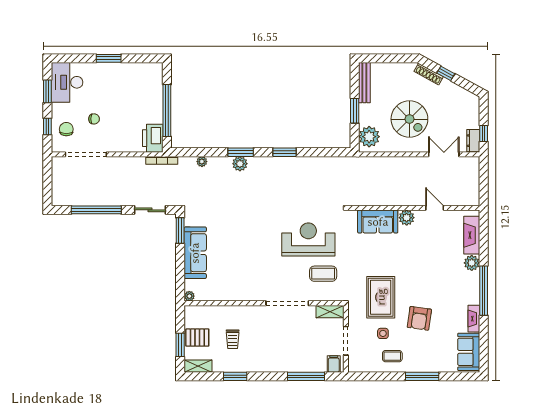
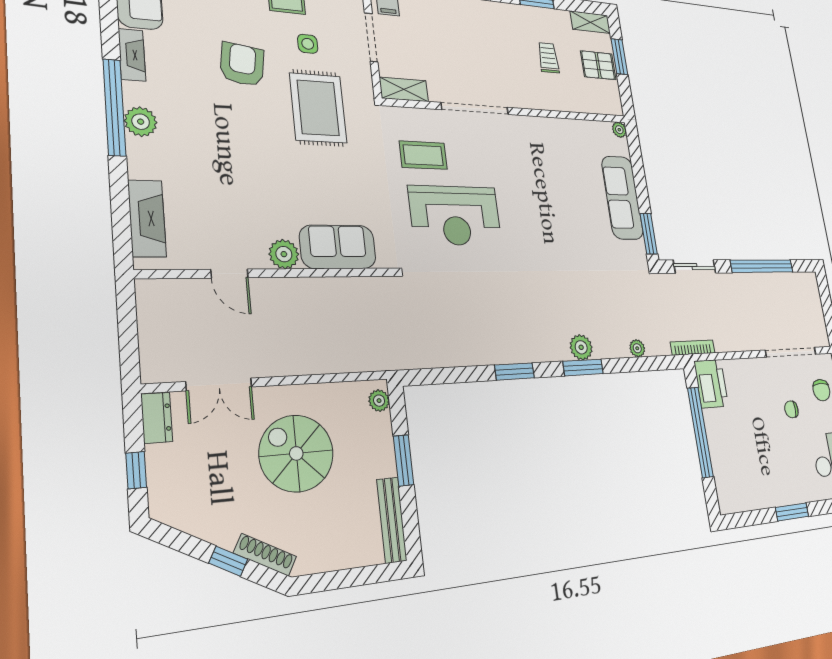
window: (484, 134) -> (136, 470), moved
plant: (369, 137) -> (379, 401), width x0.53, depth x0.53
plant: (472, 263) -> (141, 122), moved

